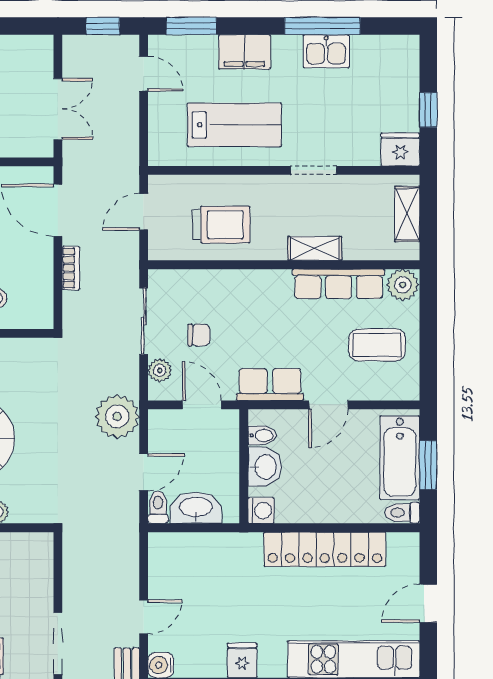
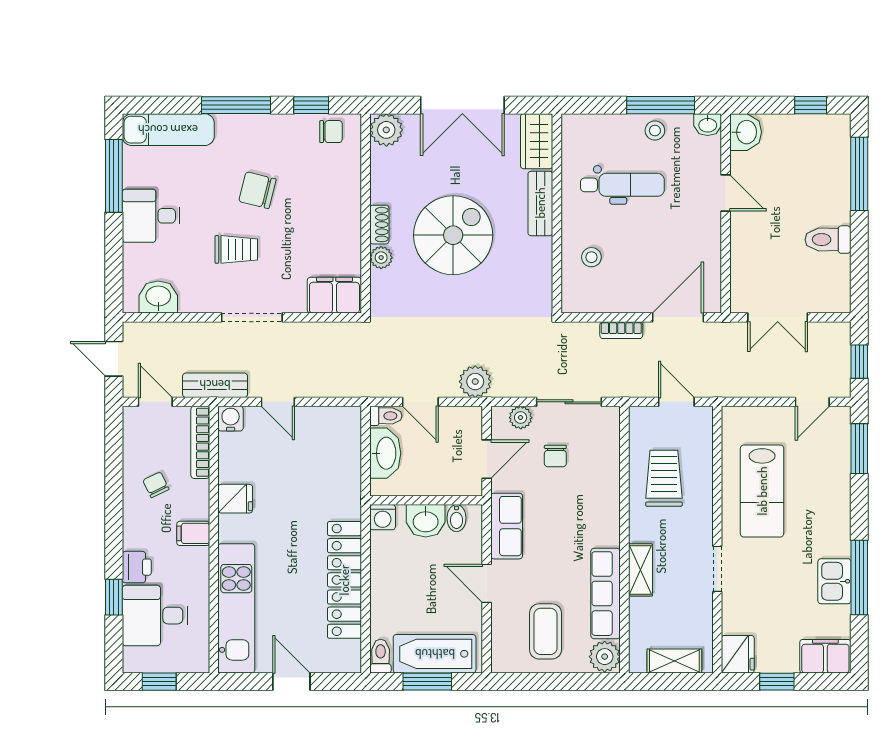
filing cabinet: (244, 52) -> (825, 656), moved, turned 90
trolley: (221, 225) -> (664, 478), turned 180
plant: (117, 416) -> (475, 382), width x0.73, depth x0.73
filing cabinet: (35, 560) -> (334, 295), added

